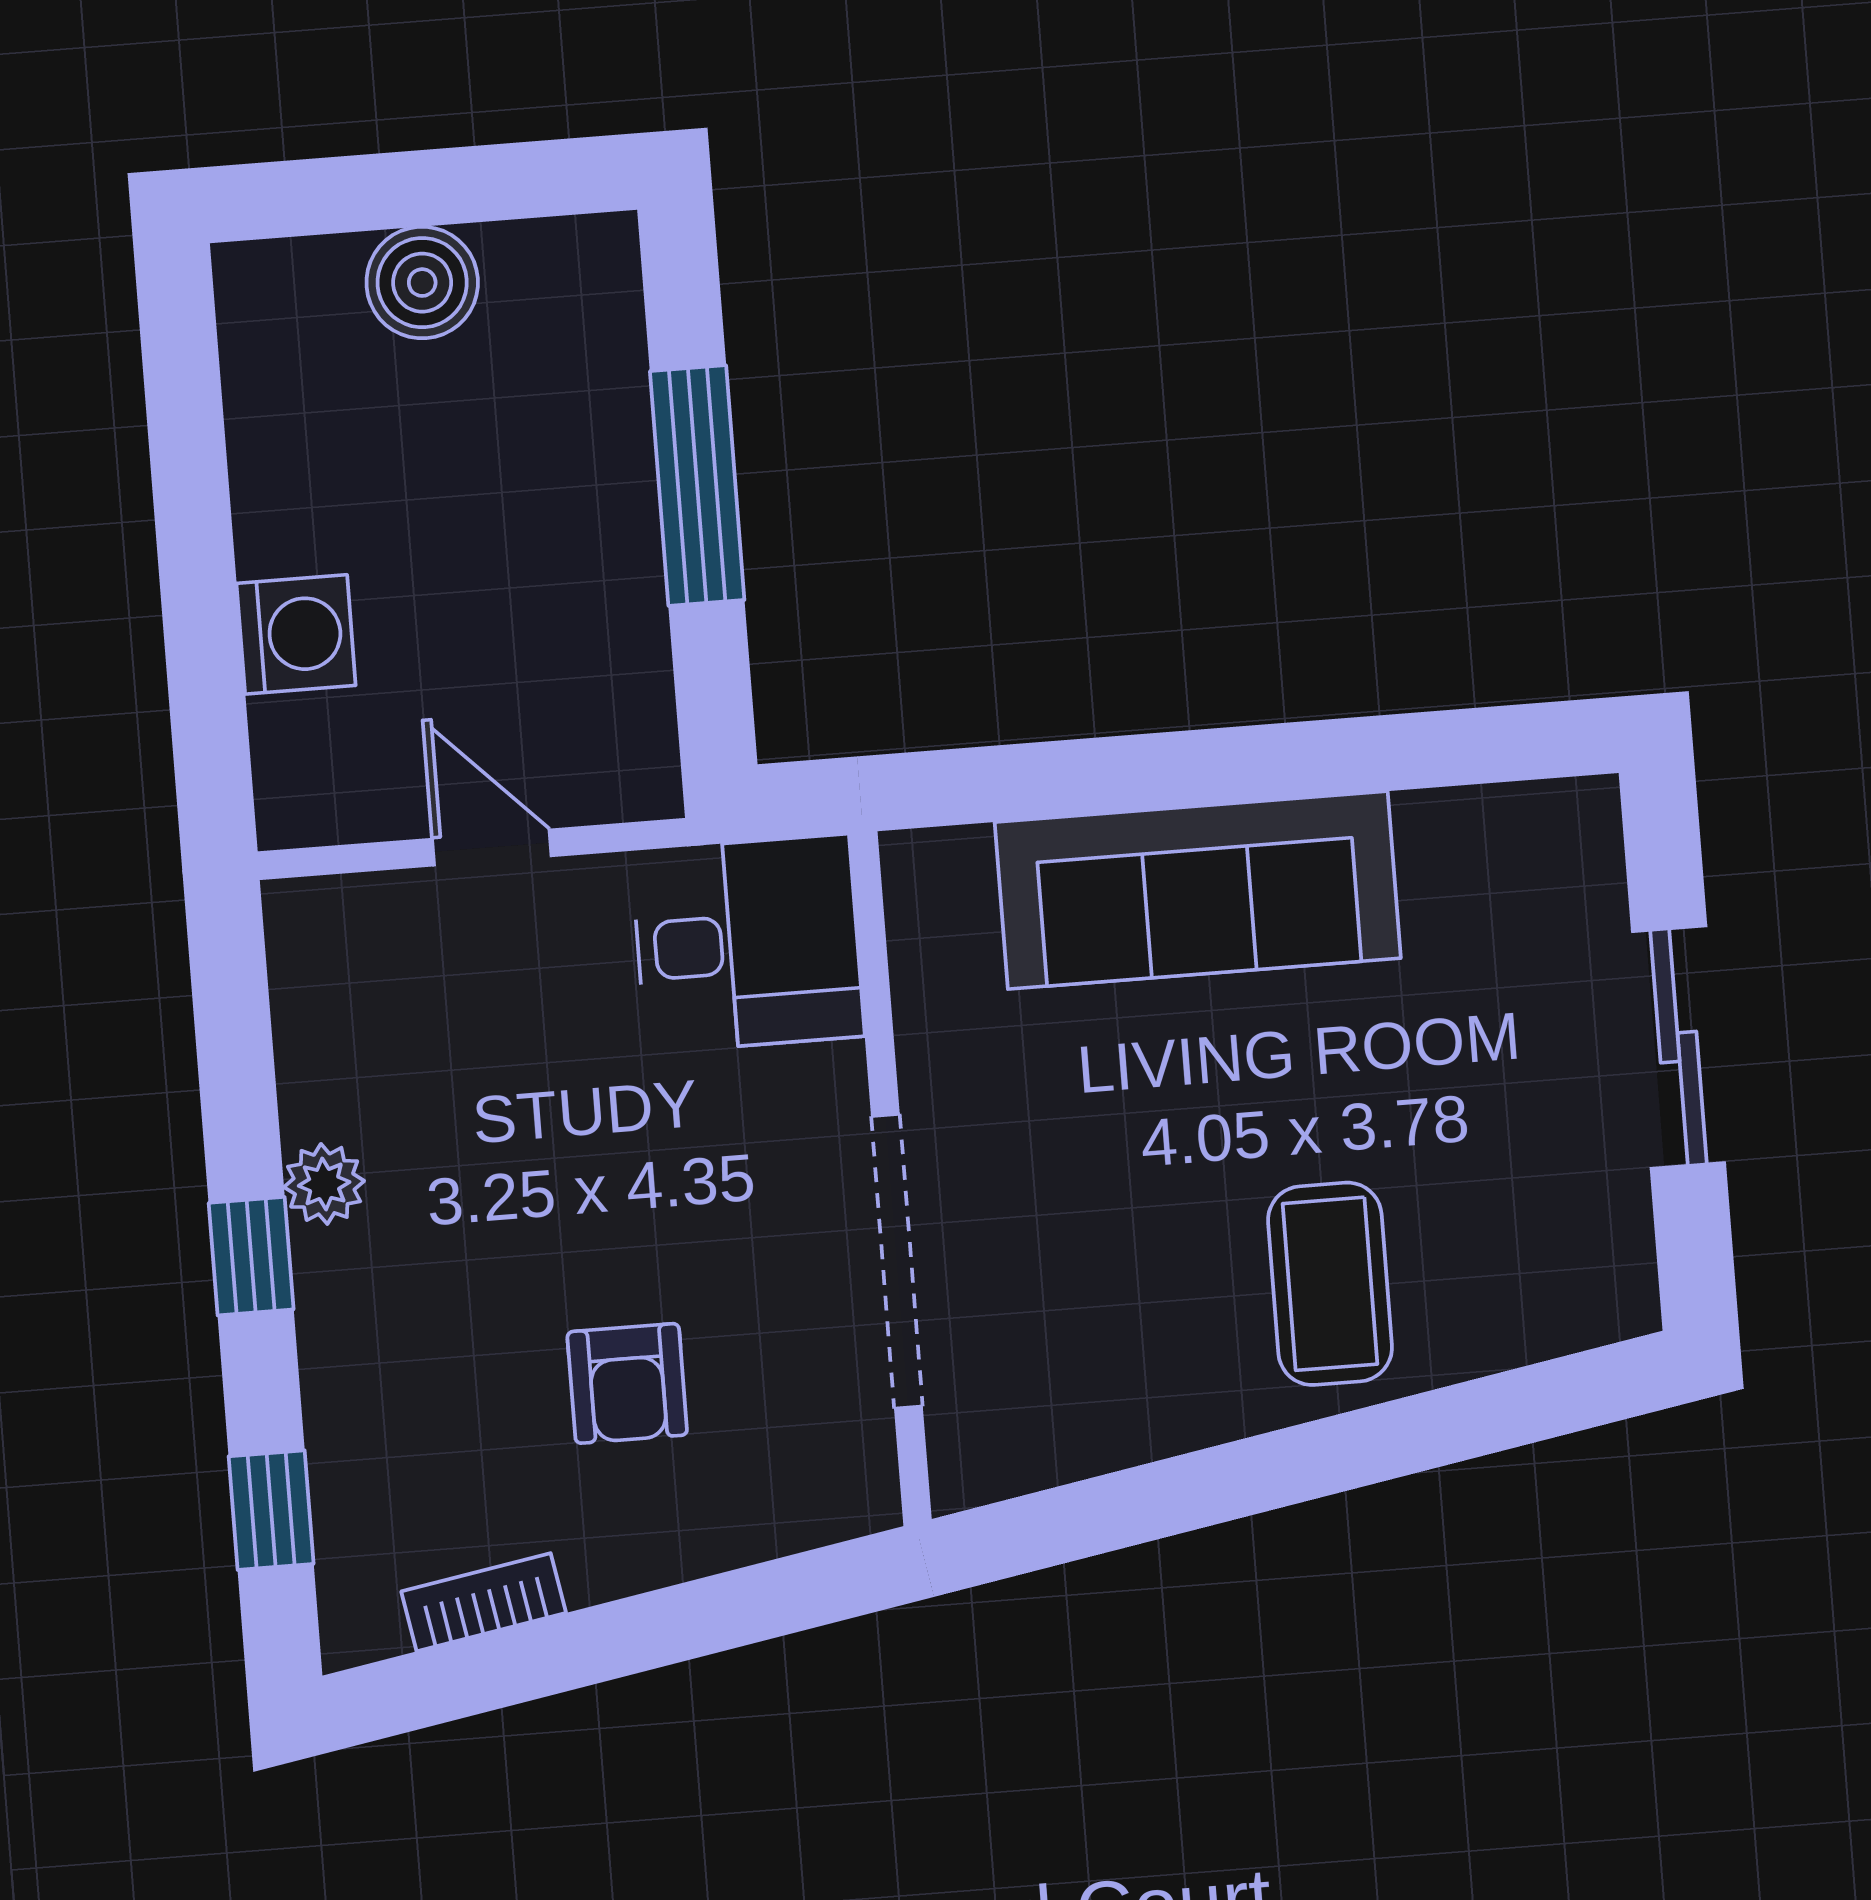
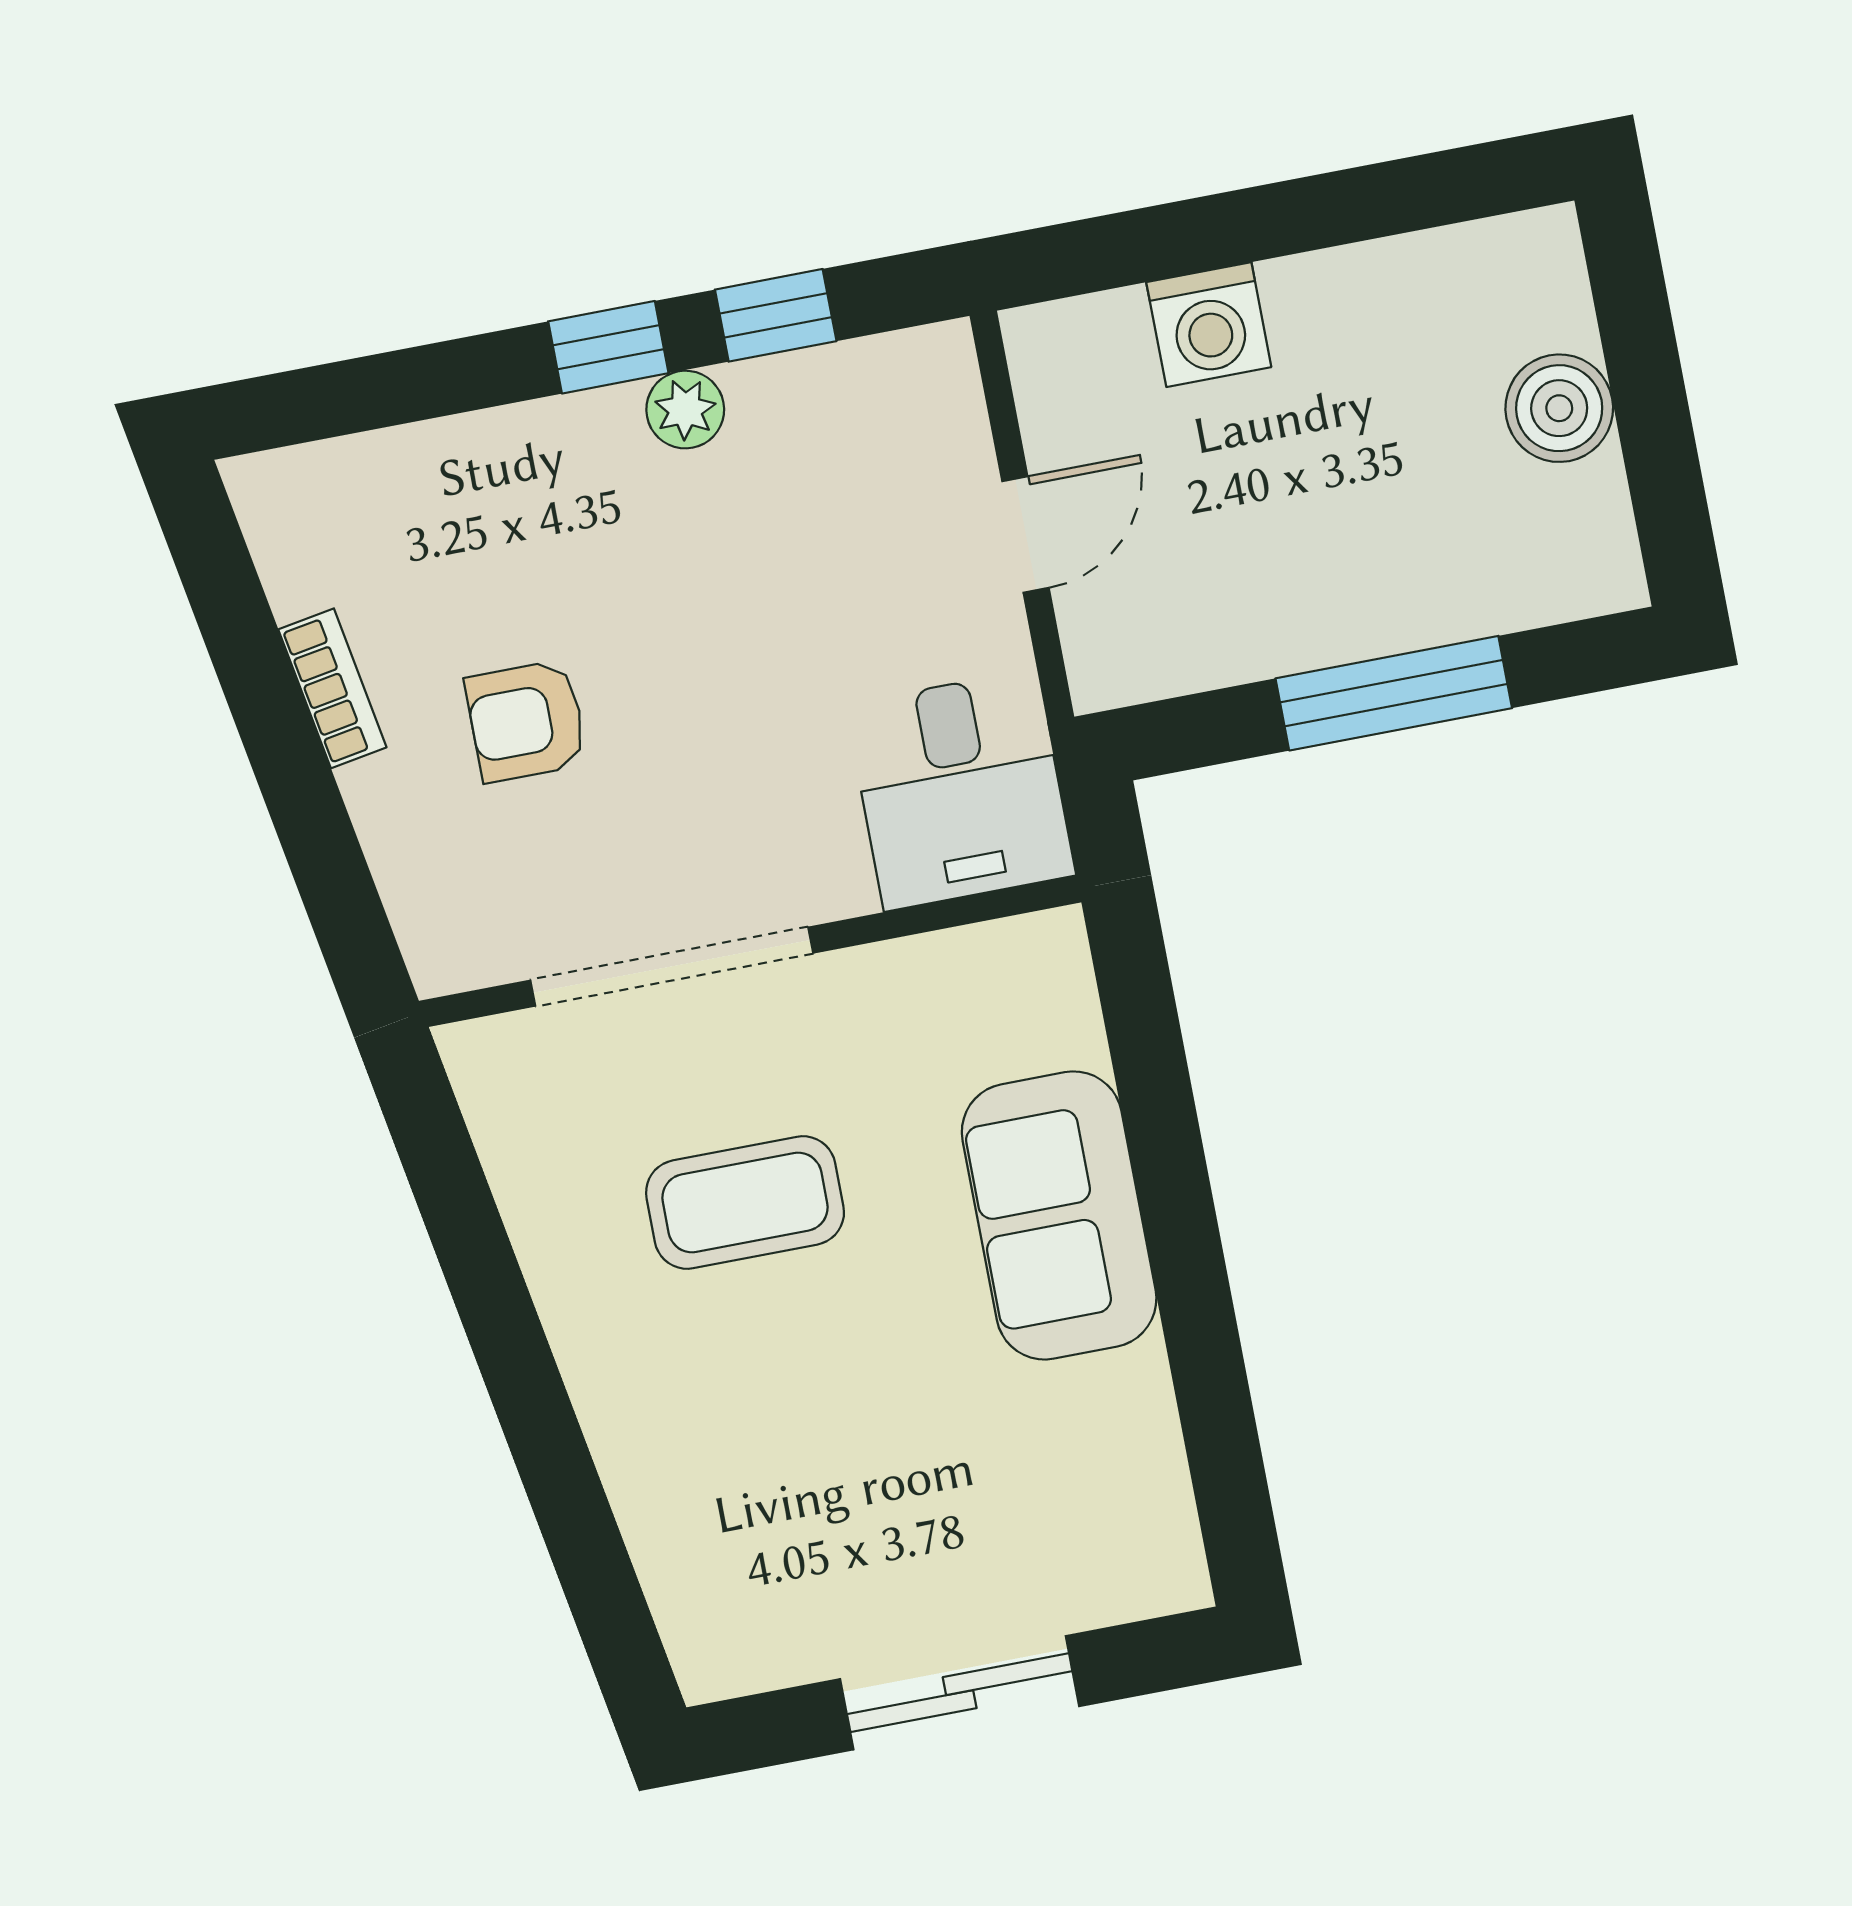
sofa: (1198, 890) -> (1059, 1215), width x0.73
coffee table: (1330, 1284) -> (745, 1202), moved
window: (271, 1510) -> (776, 315), moved
bookcase: (484, 1602) -> (332, 688), moved

